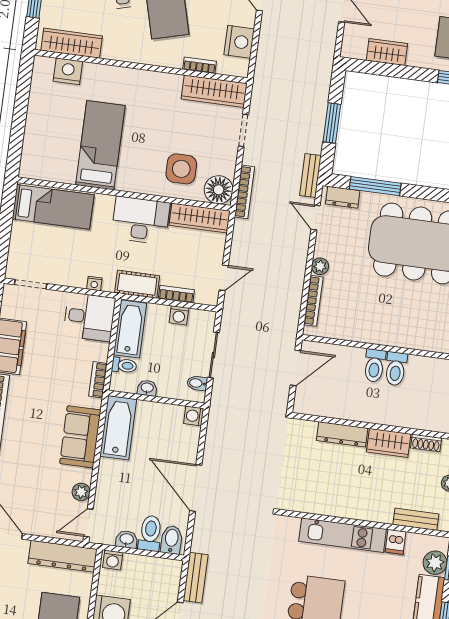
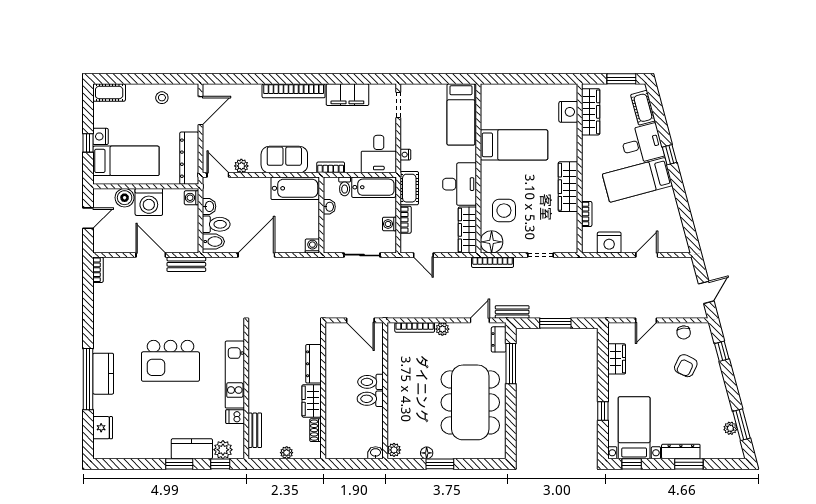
wardrobe: (214, 91) -> (568, 187), moved
bidet: (197, 383) -> (338, 245), removed

